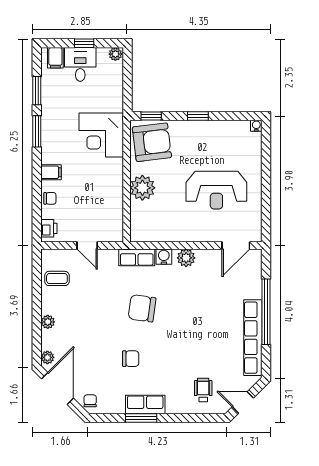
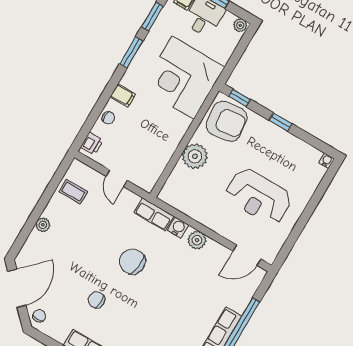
corner desk: (101, 135) -> (183, 78), width x1.36, depth x1.36
plant: (47, 357) -> (24, 256), removed
chair: (131, 359) -> (96, 300), turned 180

